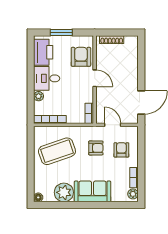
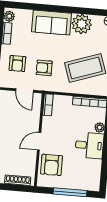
window: (61, 32) -> (70, 192), width x1.44
printer: (43, 52) -> (91, 173), removed
door: (95, 78) -> (39, 141), hinge flipped

